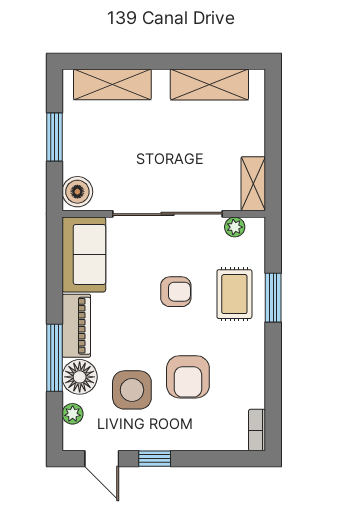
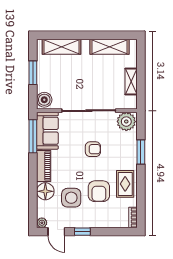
shelving: (253, 184) -> (131, 81), moved
plant: (235, 227) -> (126, 122), width x1.88, depth x1.88
rug: (234, 294) -> (125, 184), moved
window: (54, 358) -> (33, 136), moved
plant: (73, 414) -> (42, 223), moved

